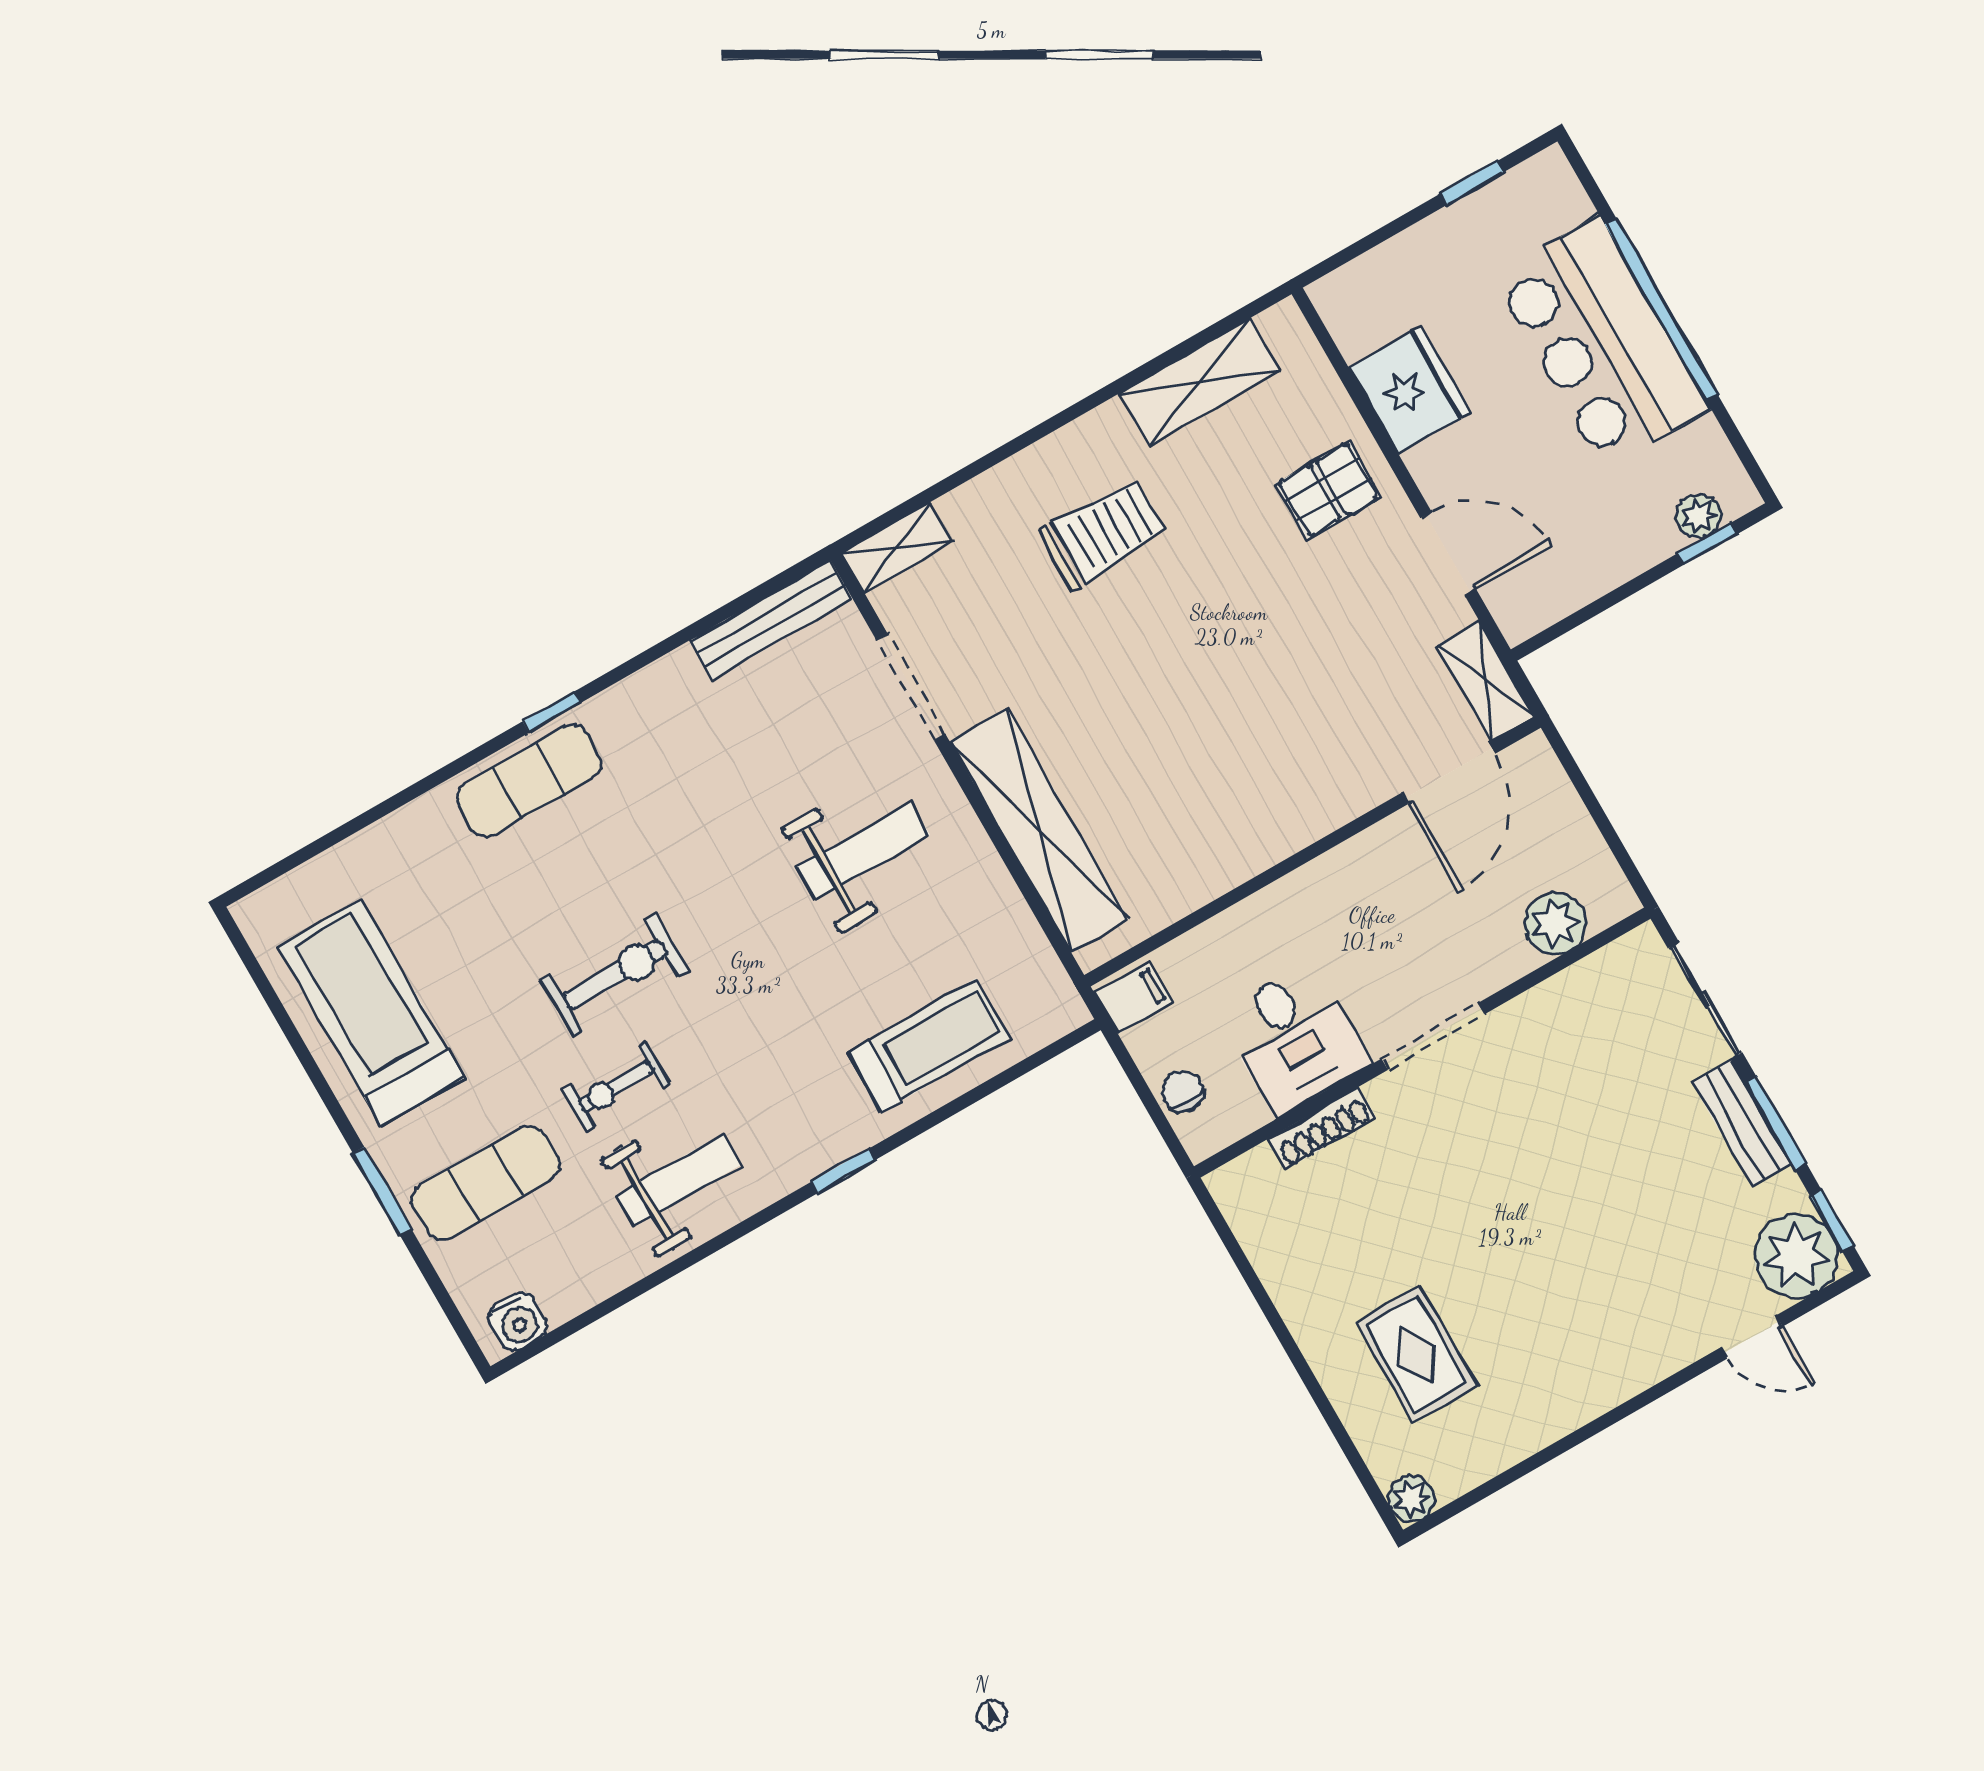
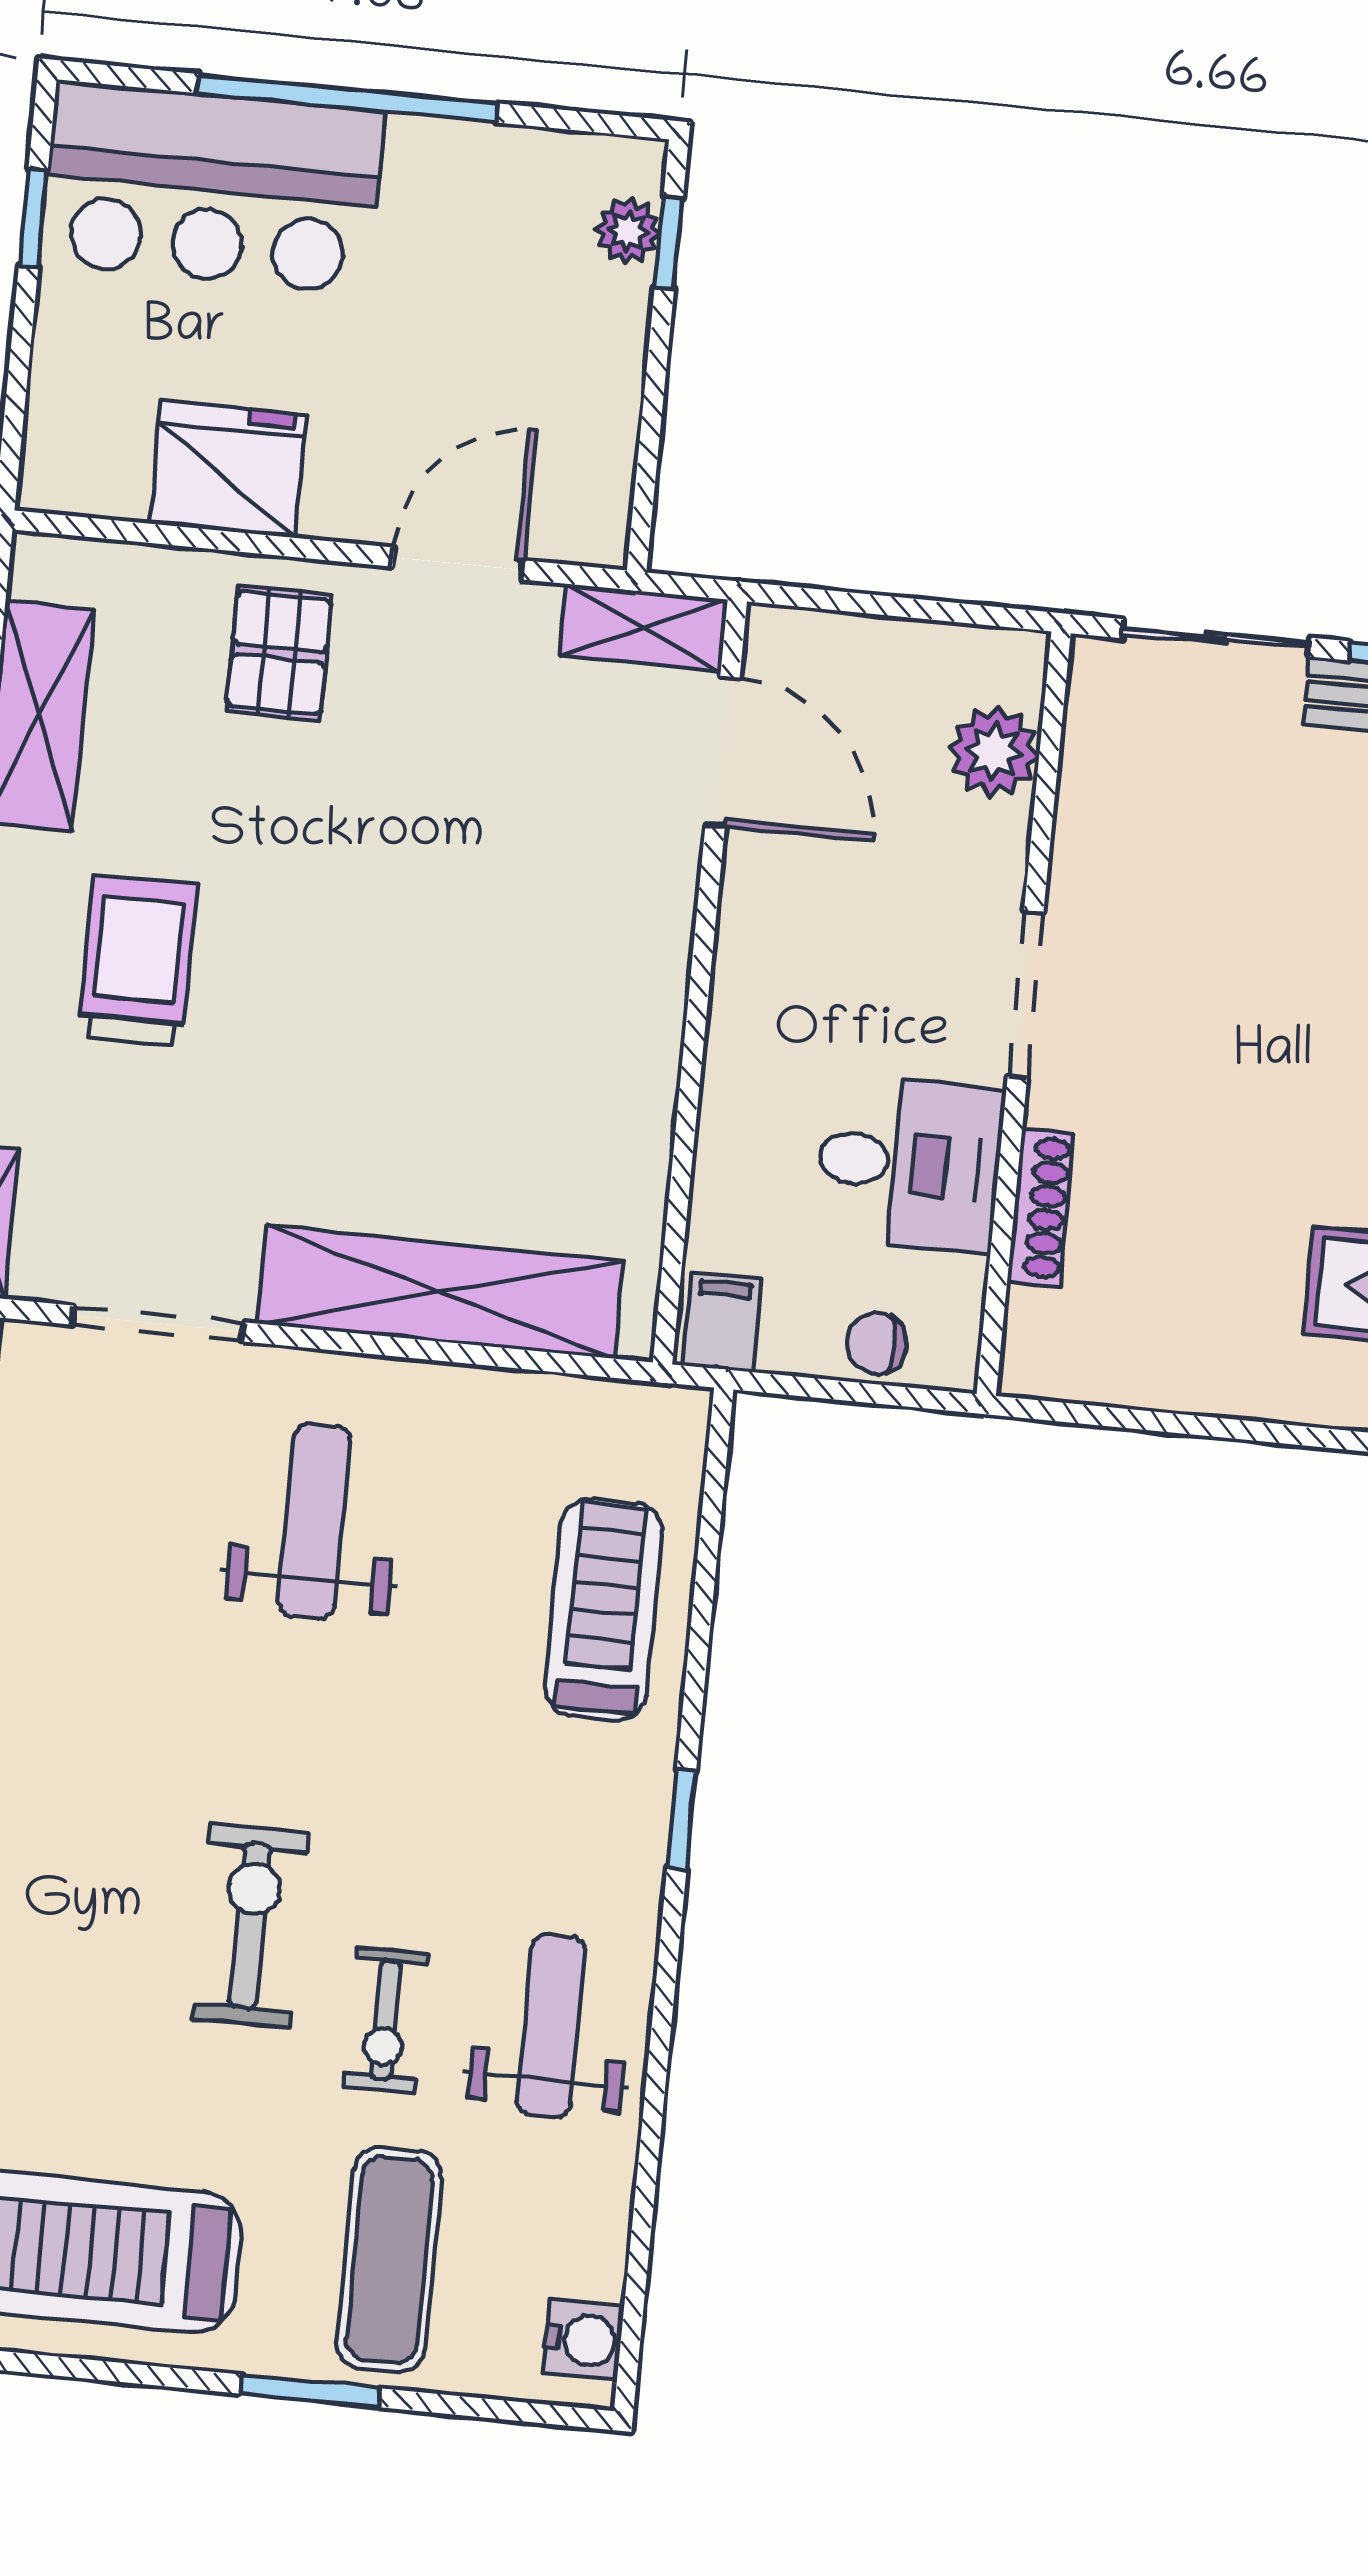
bar counter: (1601, 343) -> (212, 187), moved

